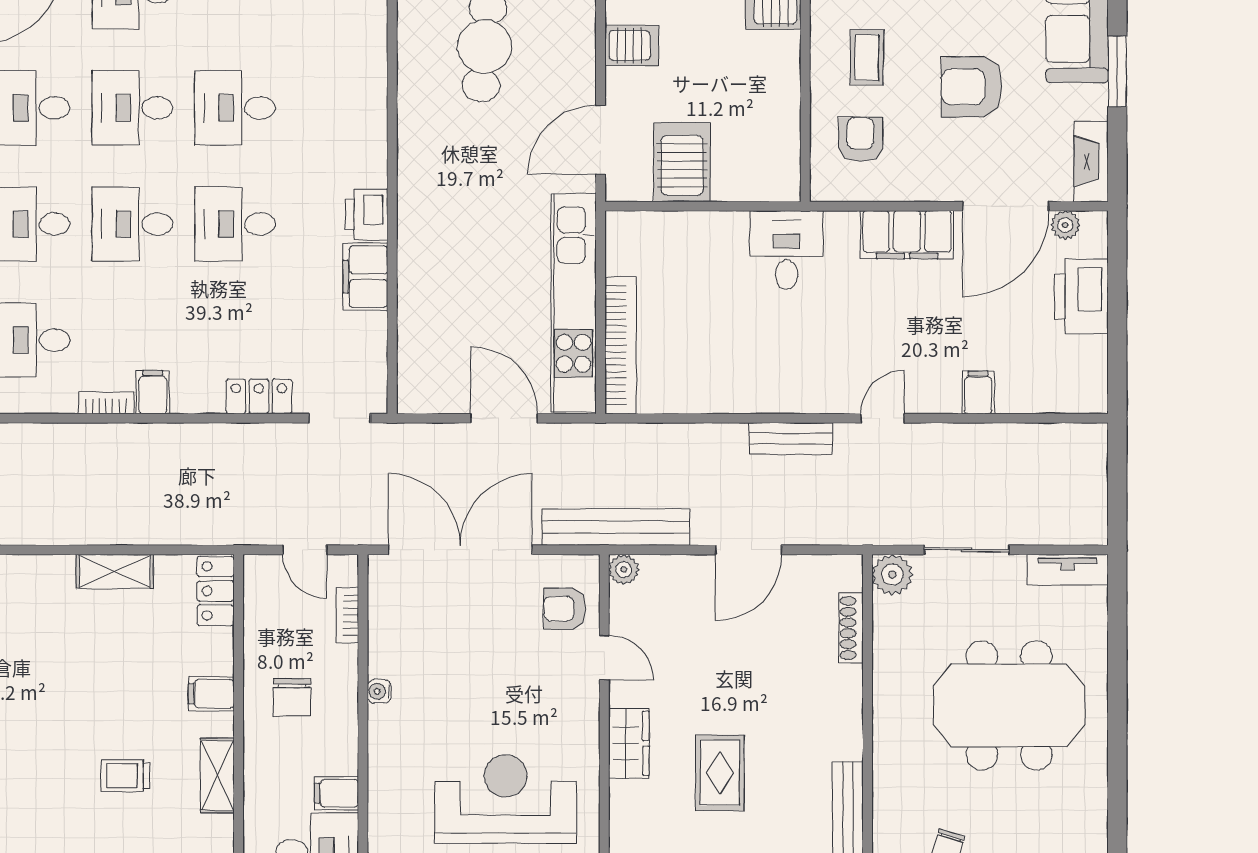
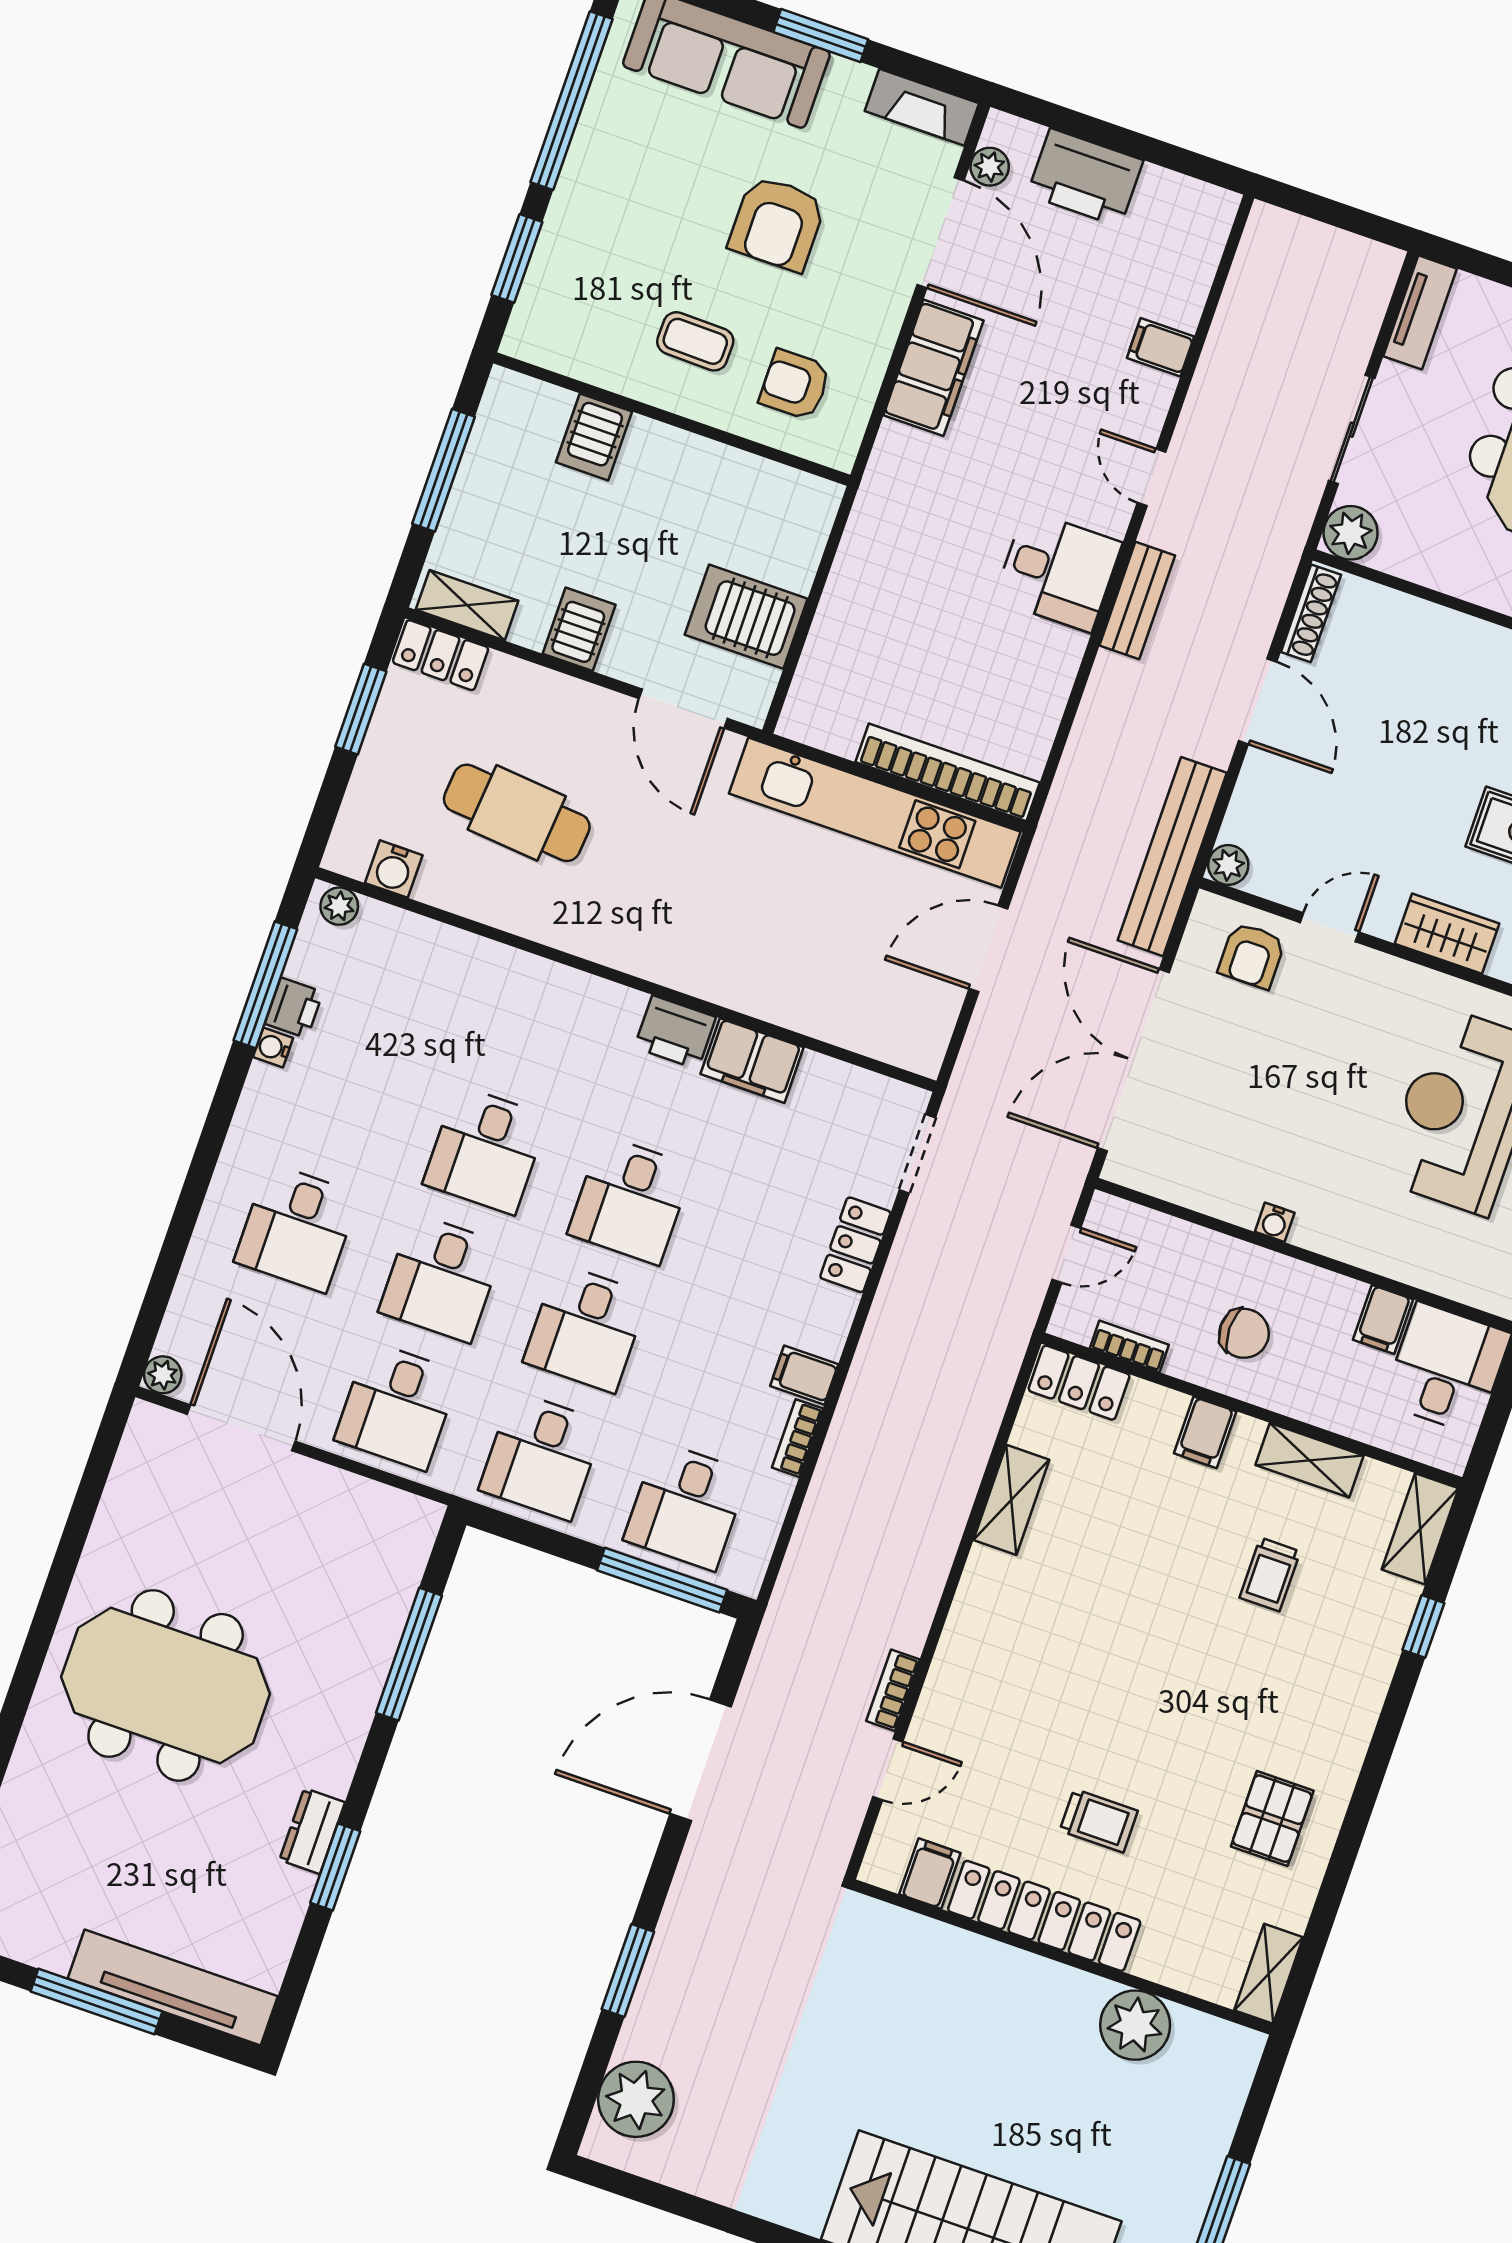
desk: (787, 250) -> (1058, 571), moved, turned 180
bookcase: (347, 615) -> (1129, 1346), moved, turned 180
shoe rack: (851, 628) -> (1311, 613), moved, turned -90

